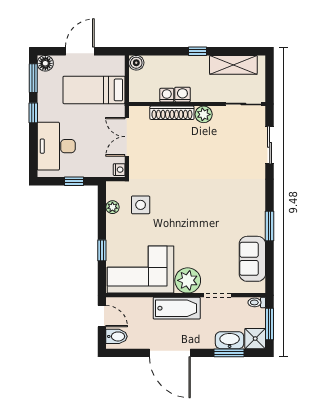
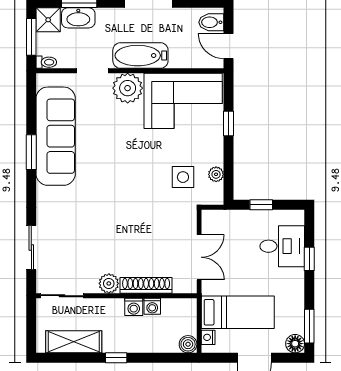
window: (33, 113) -> (309, 259), moved
desk: (56, 146) -> (282, 246), width x0.73
nightstand: (119, 170) -> (208, 337), moved
sofa: (252, 259) -> (56, 136), width x1.85, depth x1.27

